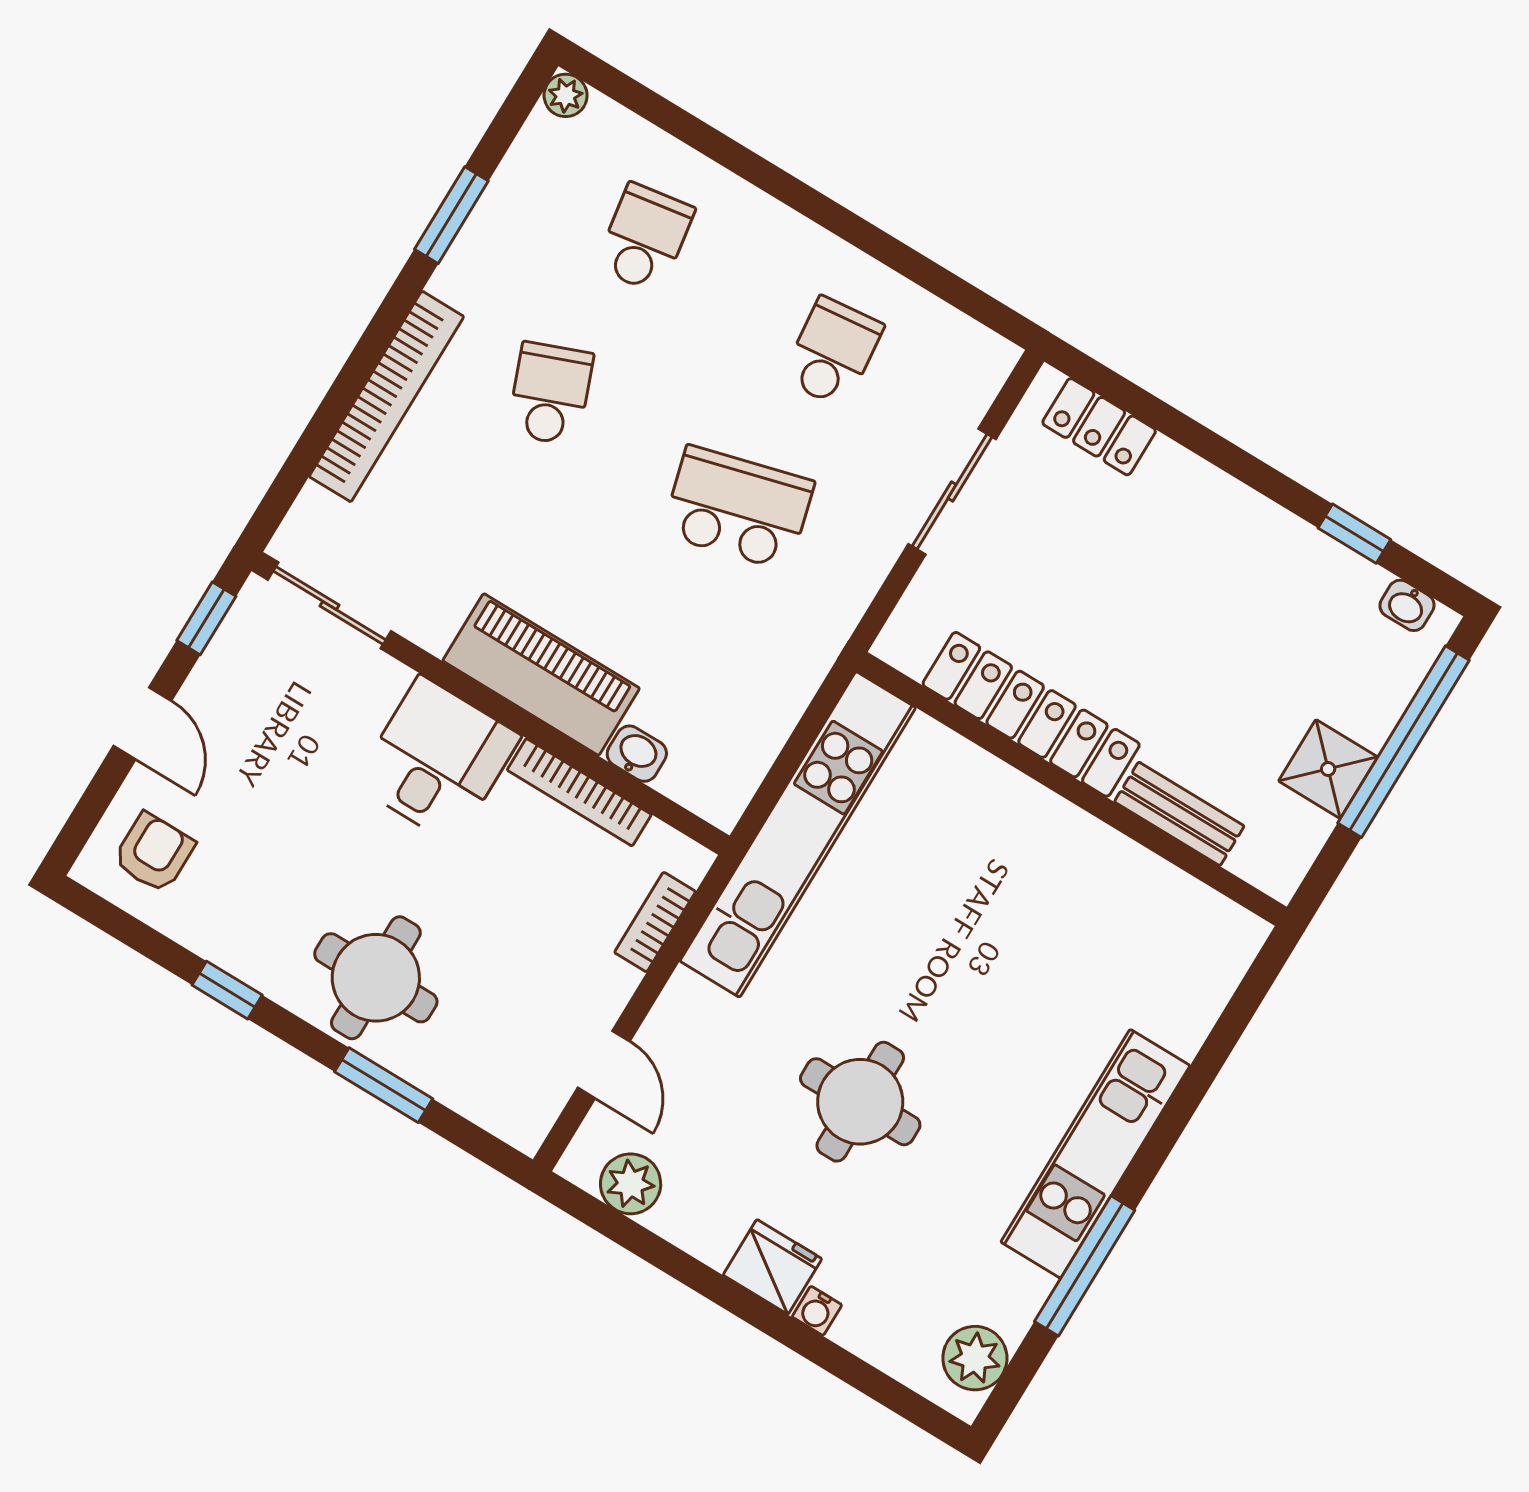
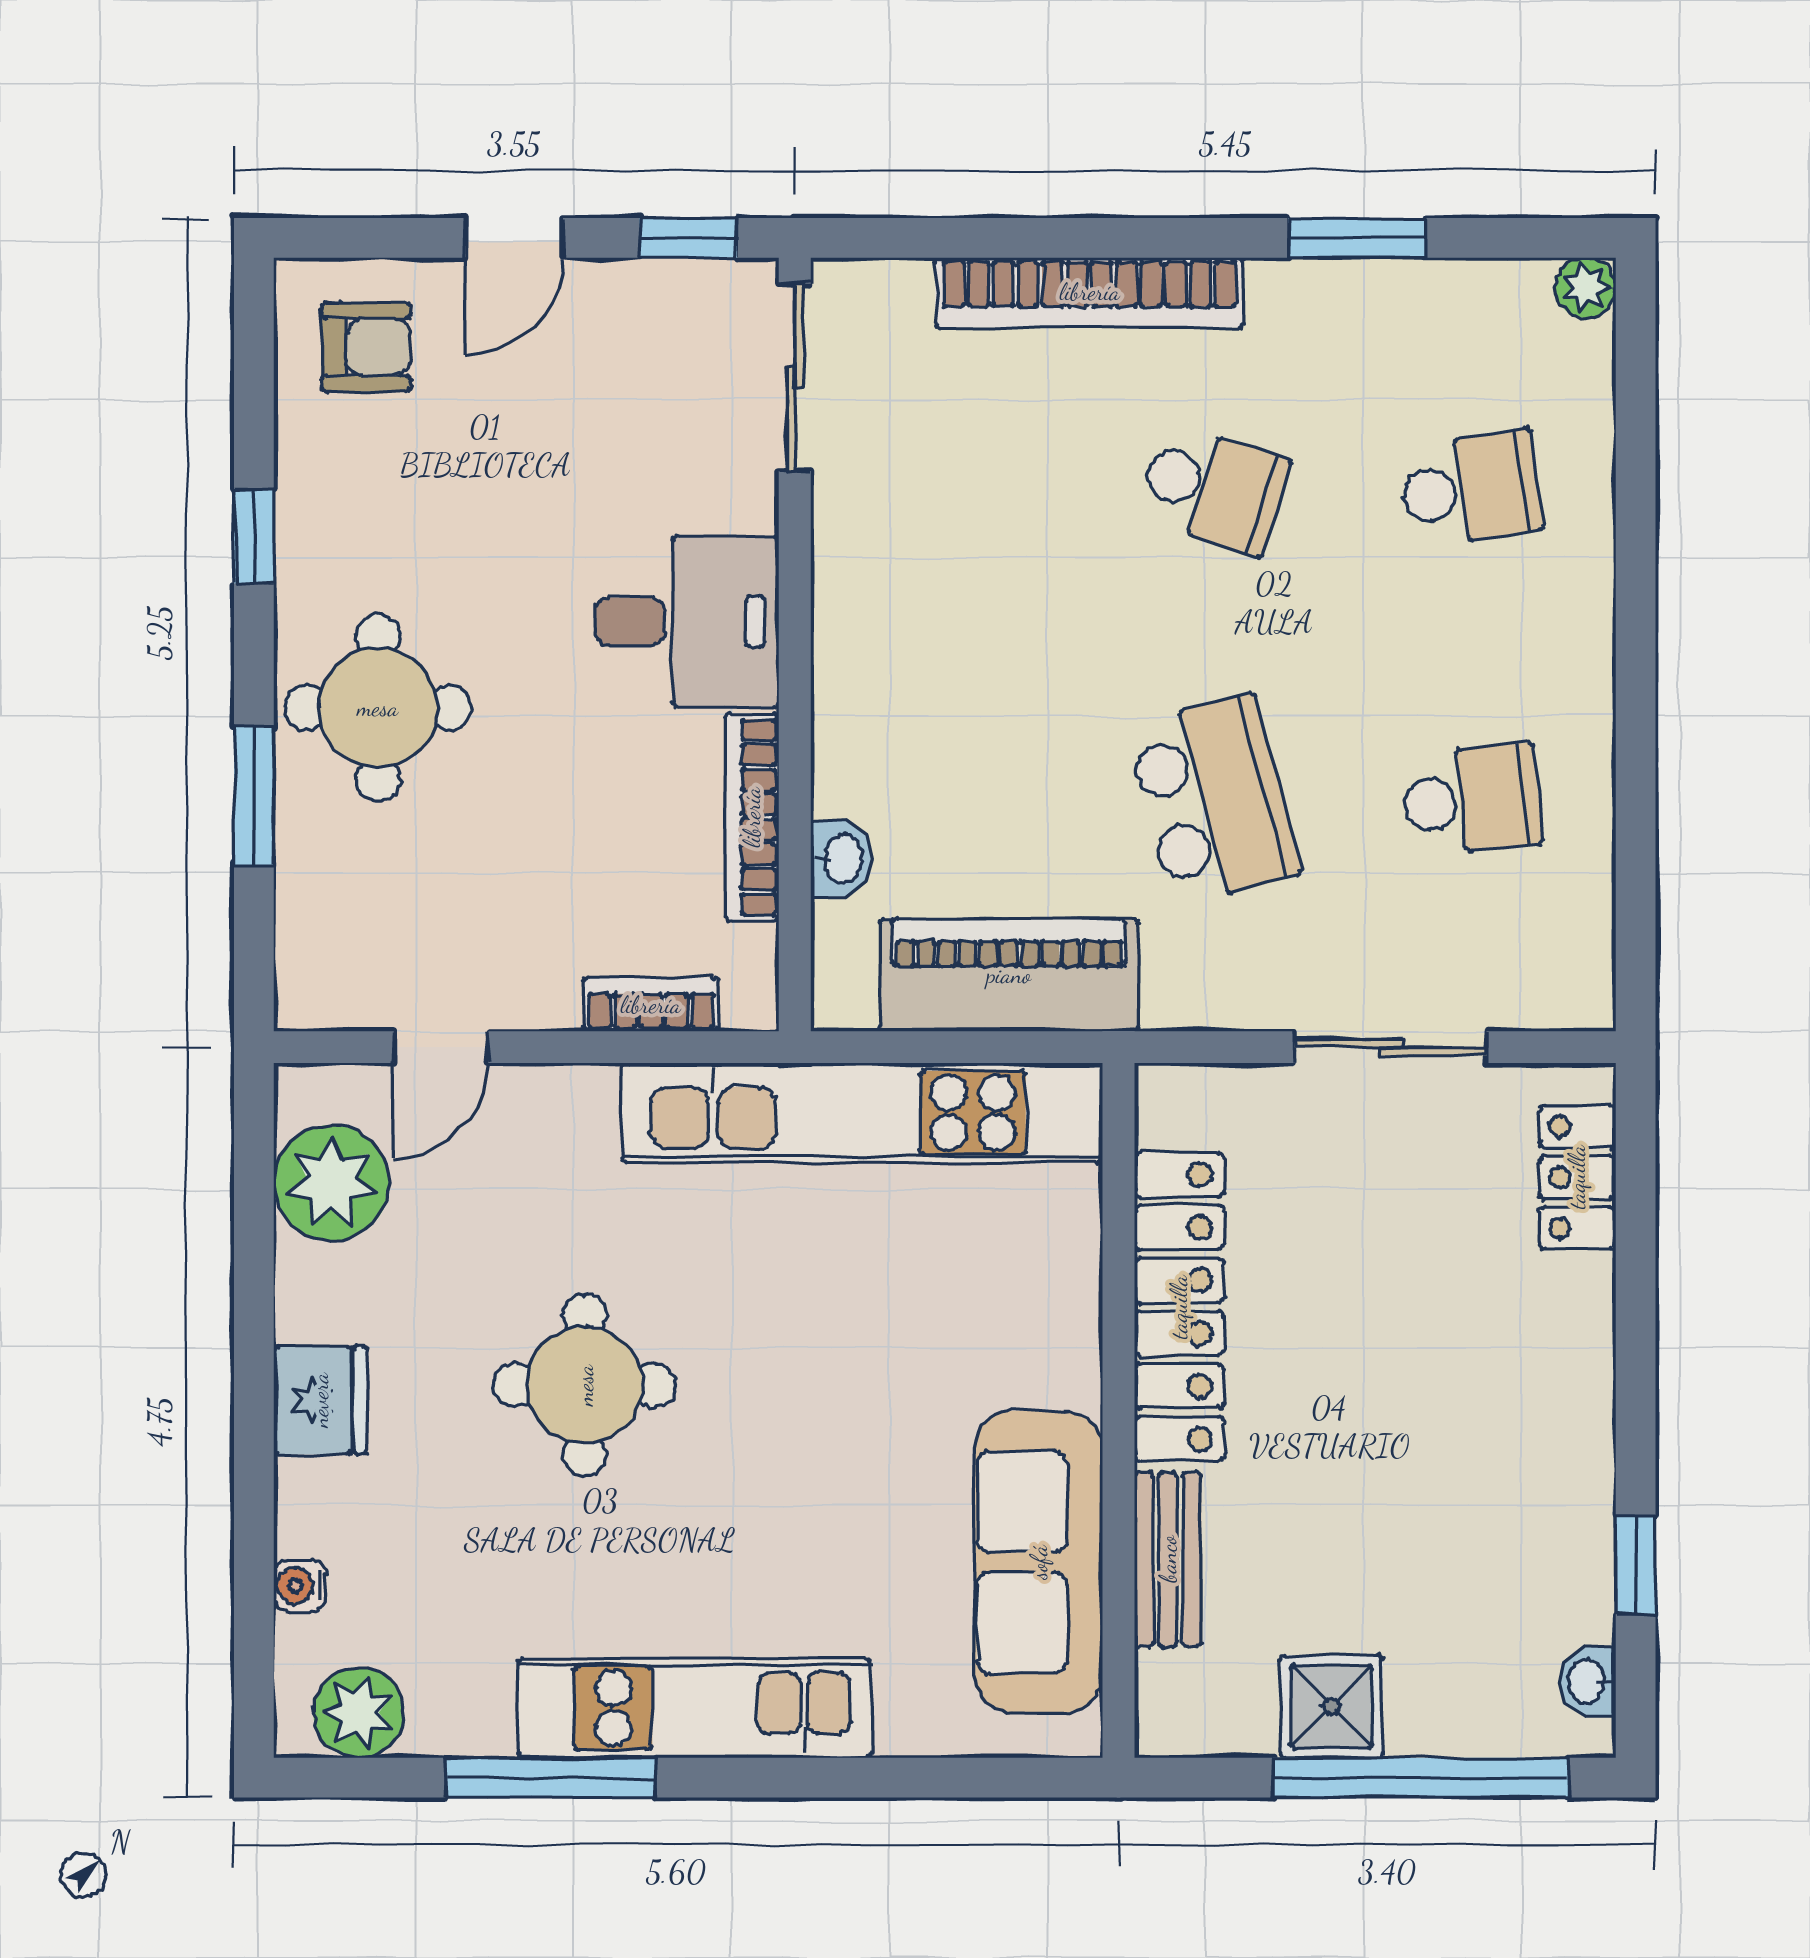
school desk: (550, 394) -> (1213, 489), turned 39
piano: (541, 675) -> (1009, 975), moved, turned -90
sofa: (1133, 893) -> (1039, 1562), added
plant: (631, 1184) -> (332, 1183), width x1.36, depth x1.36
water cooler: (817, 1311) -> (299, 1586), moved

